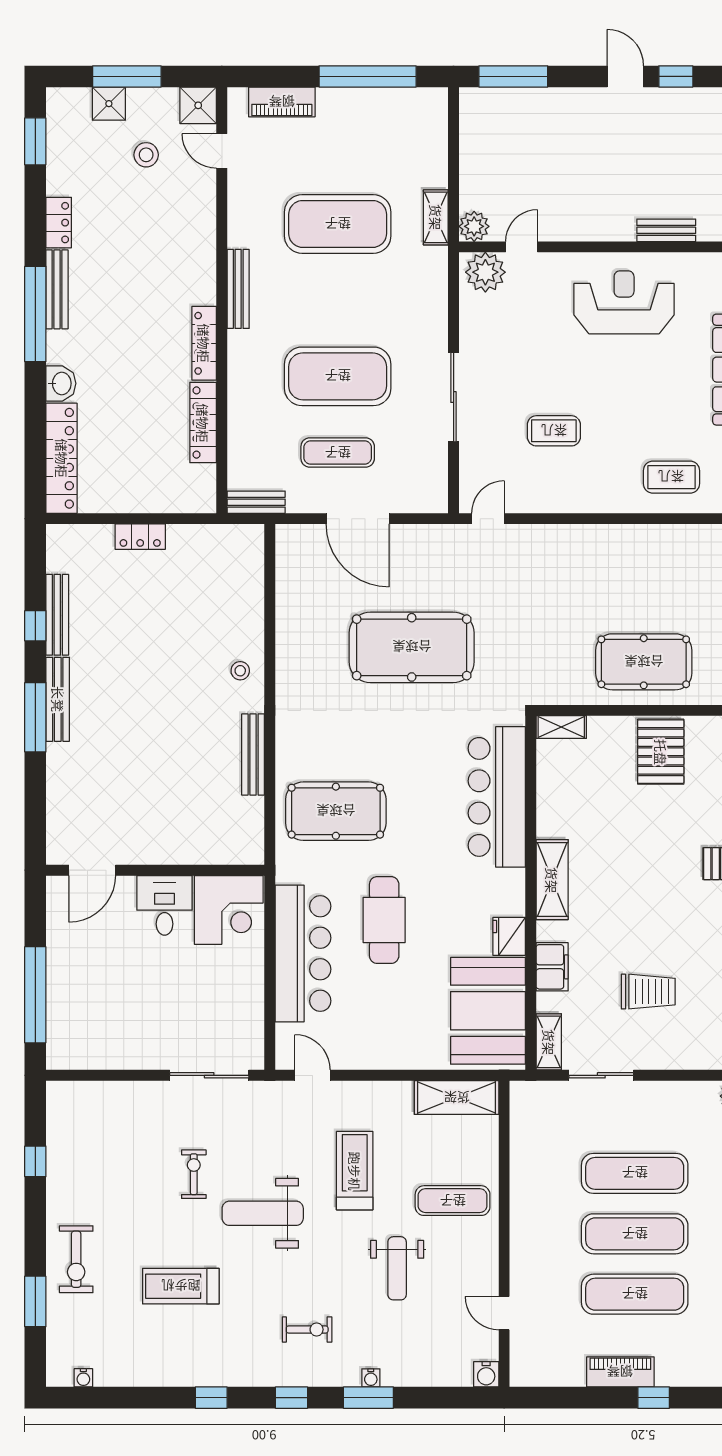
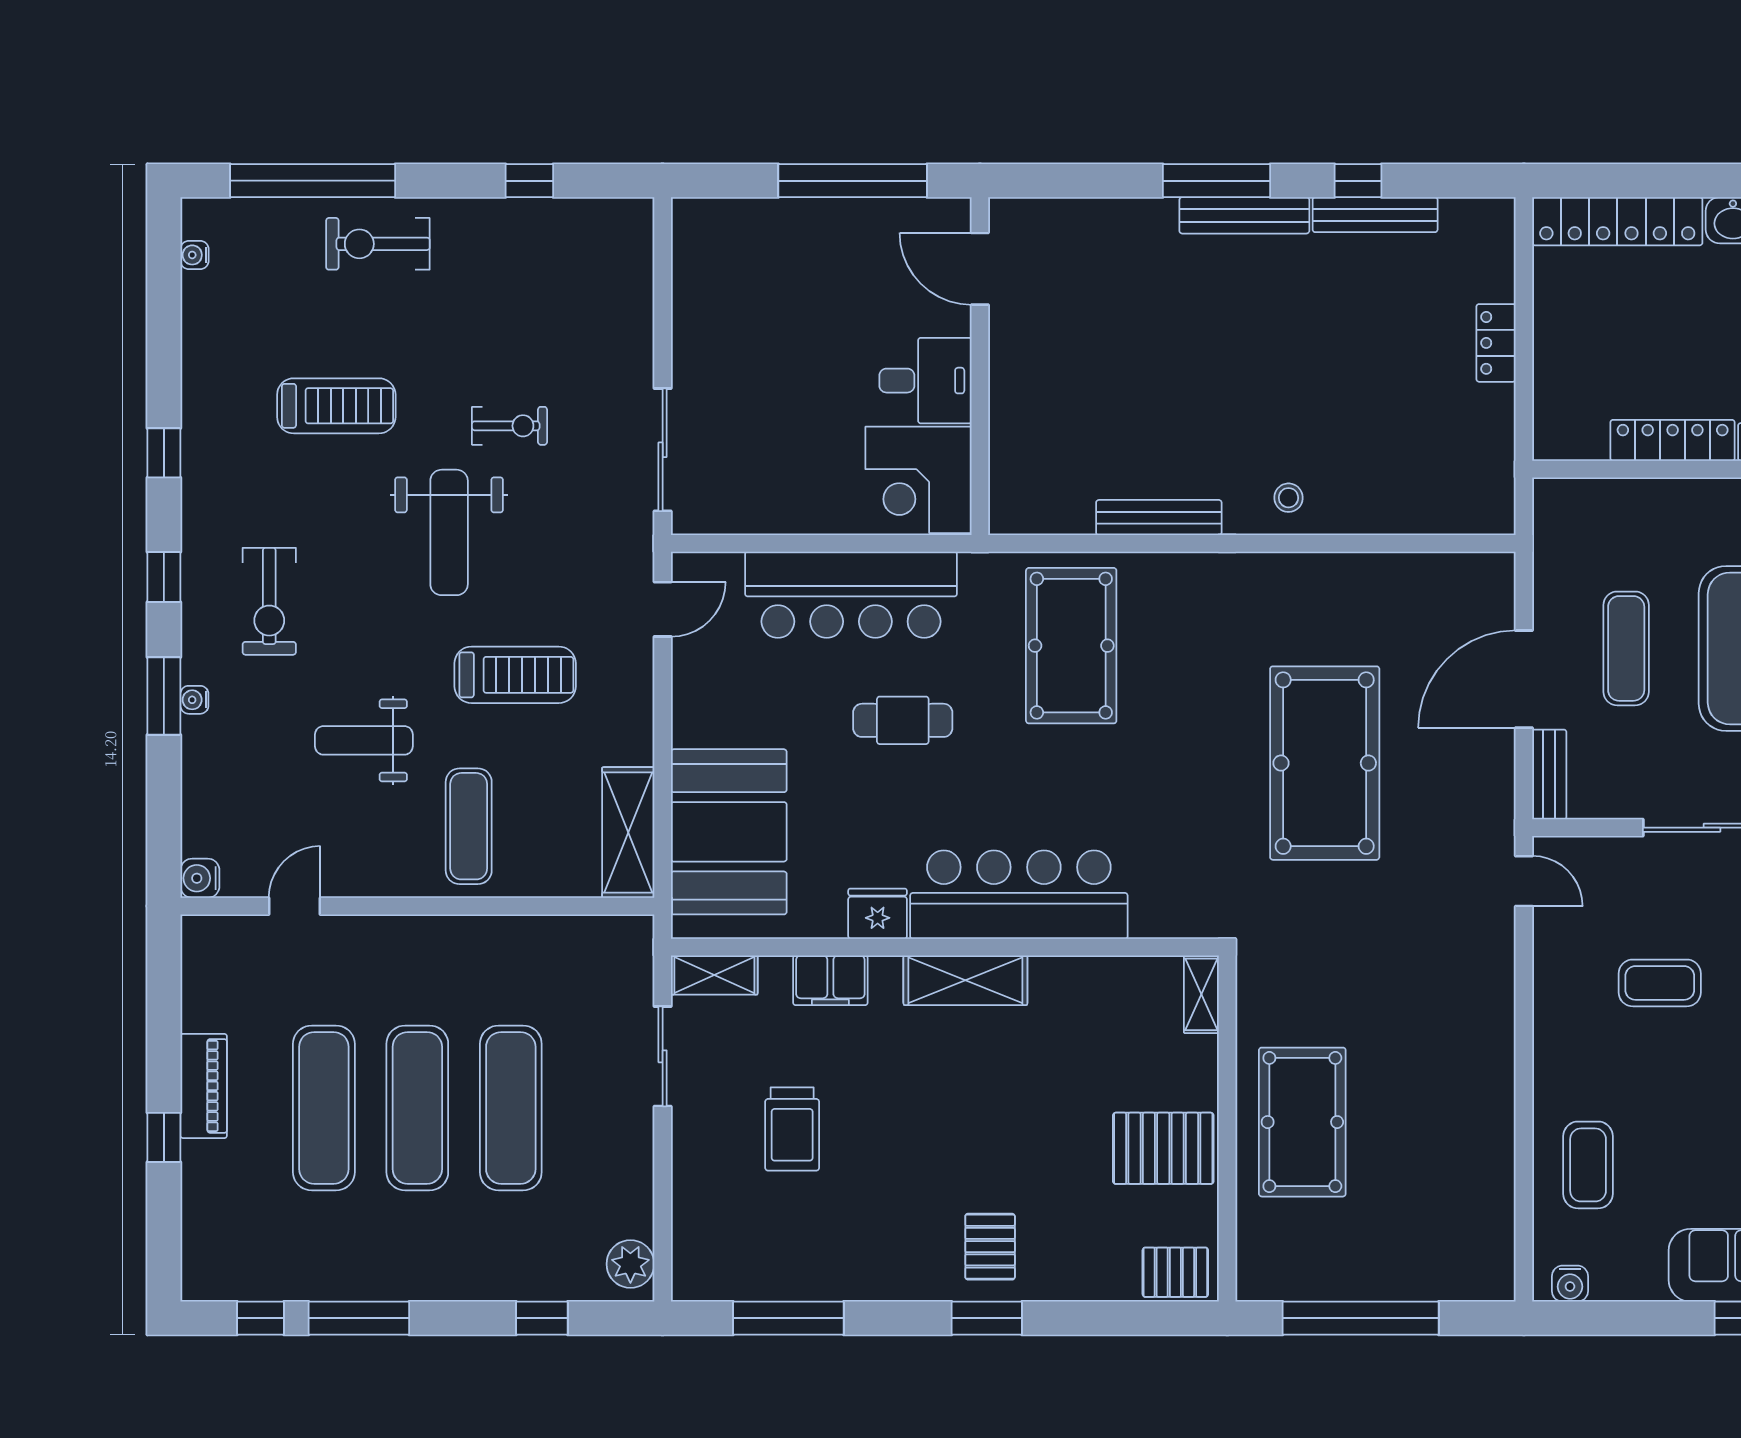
coffee table: (554, 431) -> (1660, 983), turned 90
bench: (256, 502) -> (1549, 775), moved
bar counter: (497, 797) -> (1019, 895), moved
cafe table: (384, 920) -> (903, 720), width x0.73, depth x0.74
window: (35, 995) -> (853, 181), moved
booth: (488, 1011) -> (729, 832), moved, turned 90
weight bench: (263, 1213) -> (449, 532), turned 180
treadmill: (181, 1286) -> (336, 406), turned 90
window: (35, 1301) -> (313, 181), width x2.11
exercise bike: (307, 1329) -> (269, 601), width x1.38, depth x1.39

